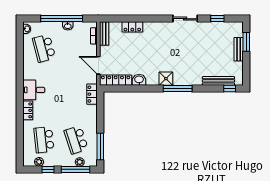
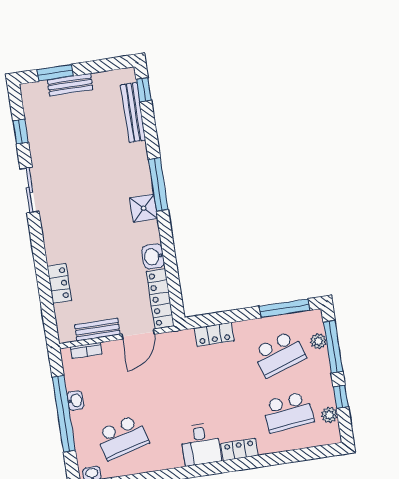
bench: (104, 34) -> (97, 330), moved
locker: (92, 94) -> (214, 334), moved

